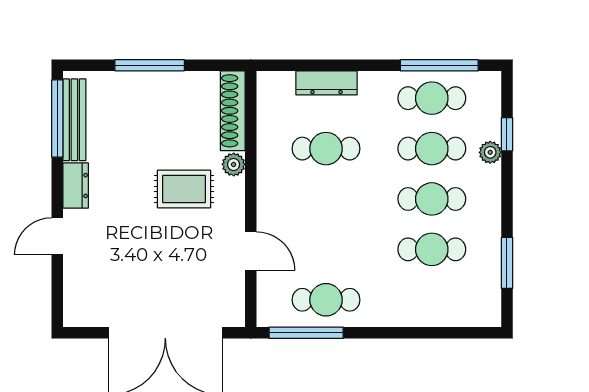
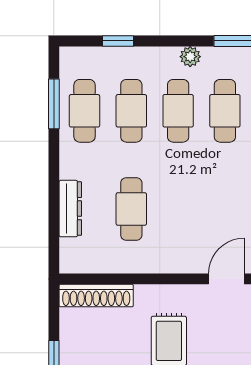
window: (439, 65) -> (54, 104), width x0.69
plant: (490, 152) -> (190, 57), moved
plant: (234, 164) -> (146, 295), removed

